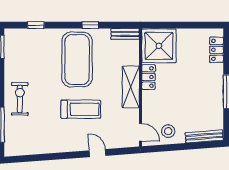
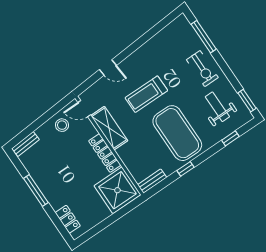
weight bench: (29, 59) -> (217, 107), added
locker: (148, 77) -> (105, 153), width x1.53
shelving: (131, 87) -> (109, 128), moved
bench: (204, 136) -> (25, 144), width x0.73

